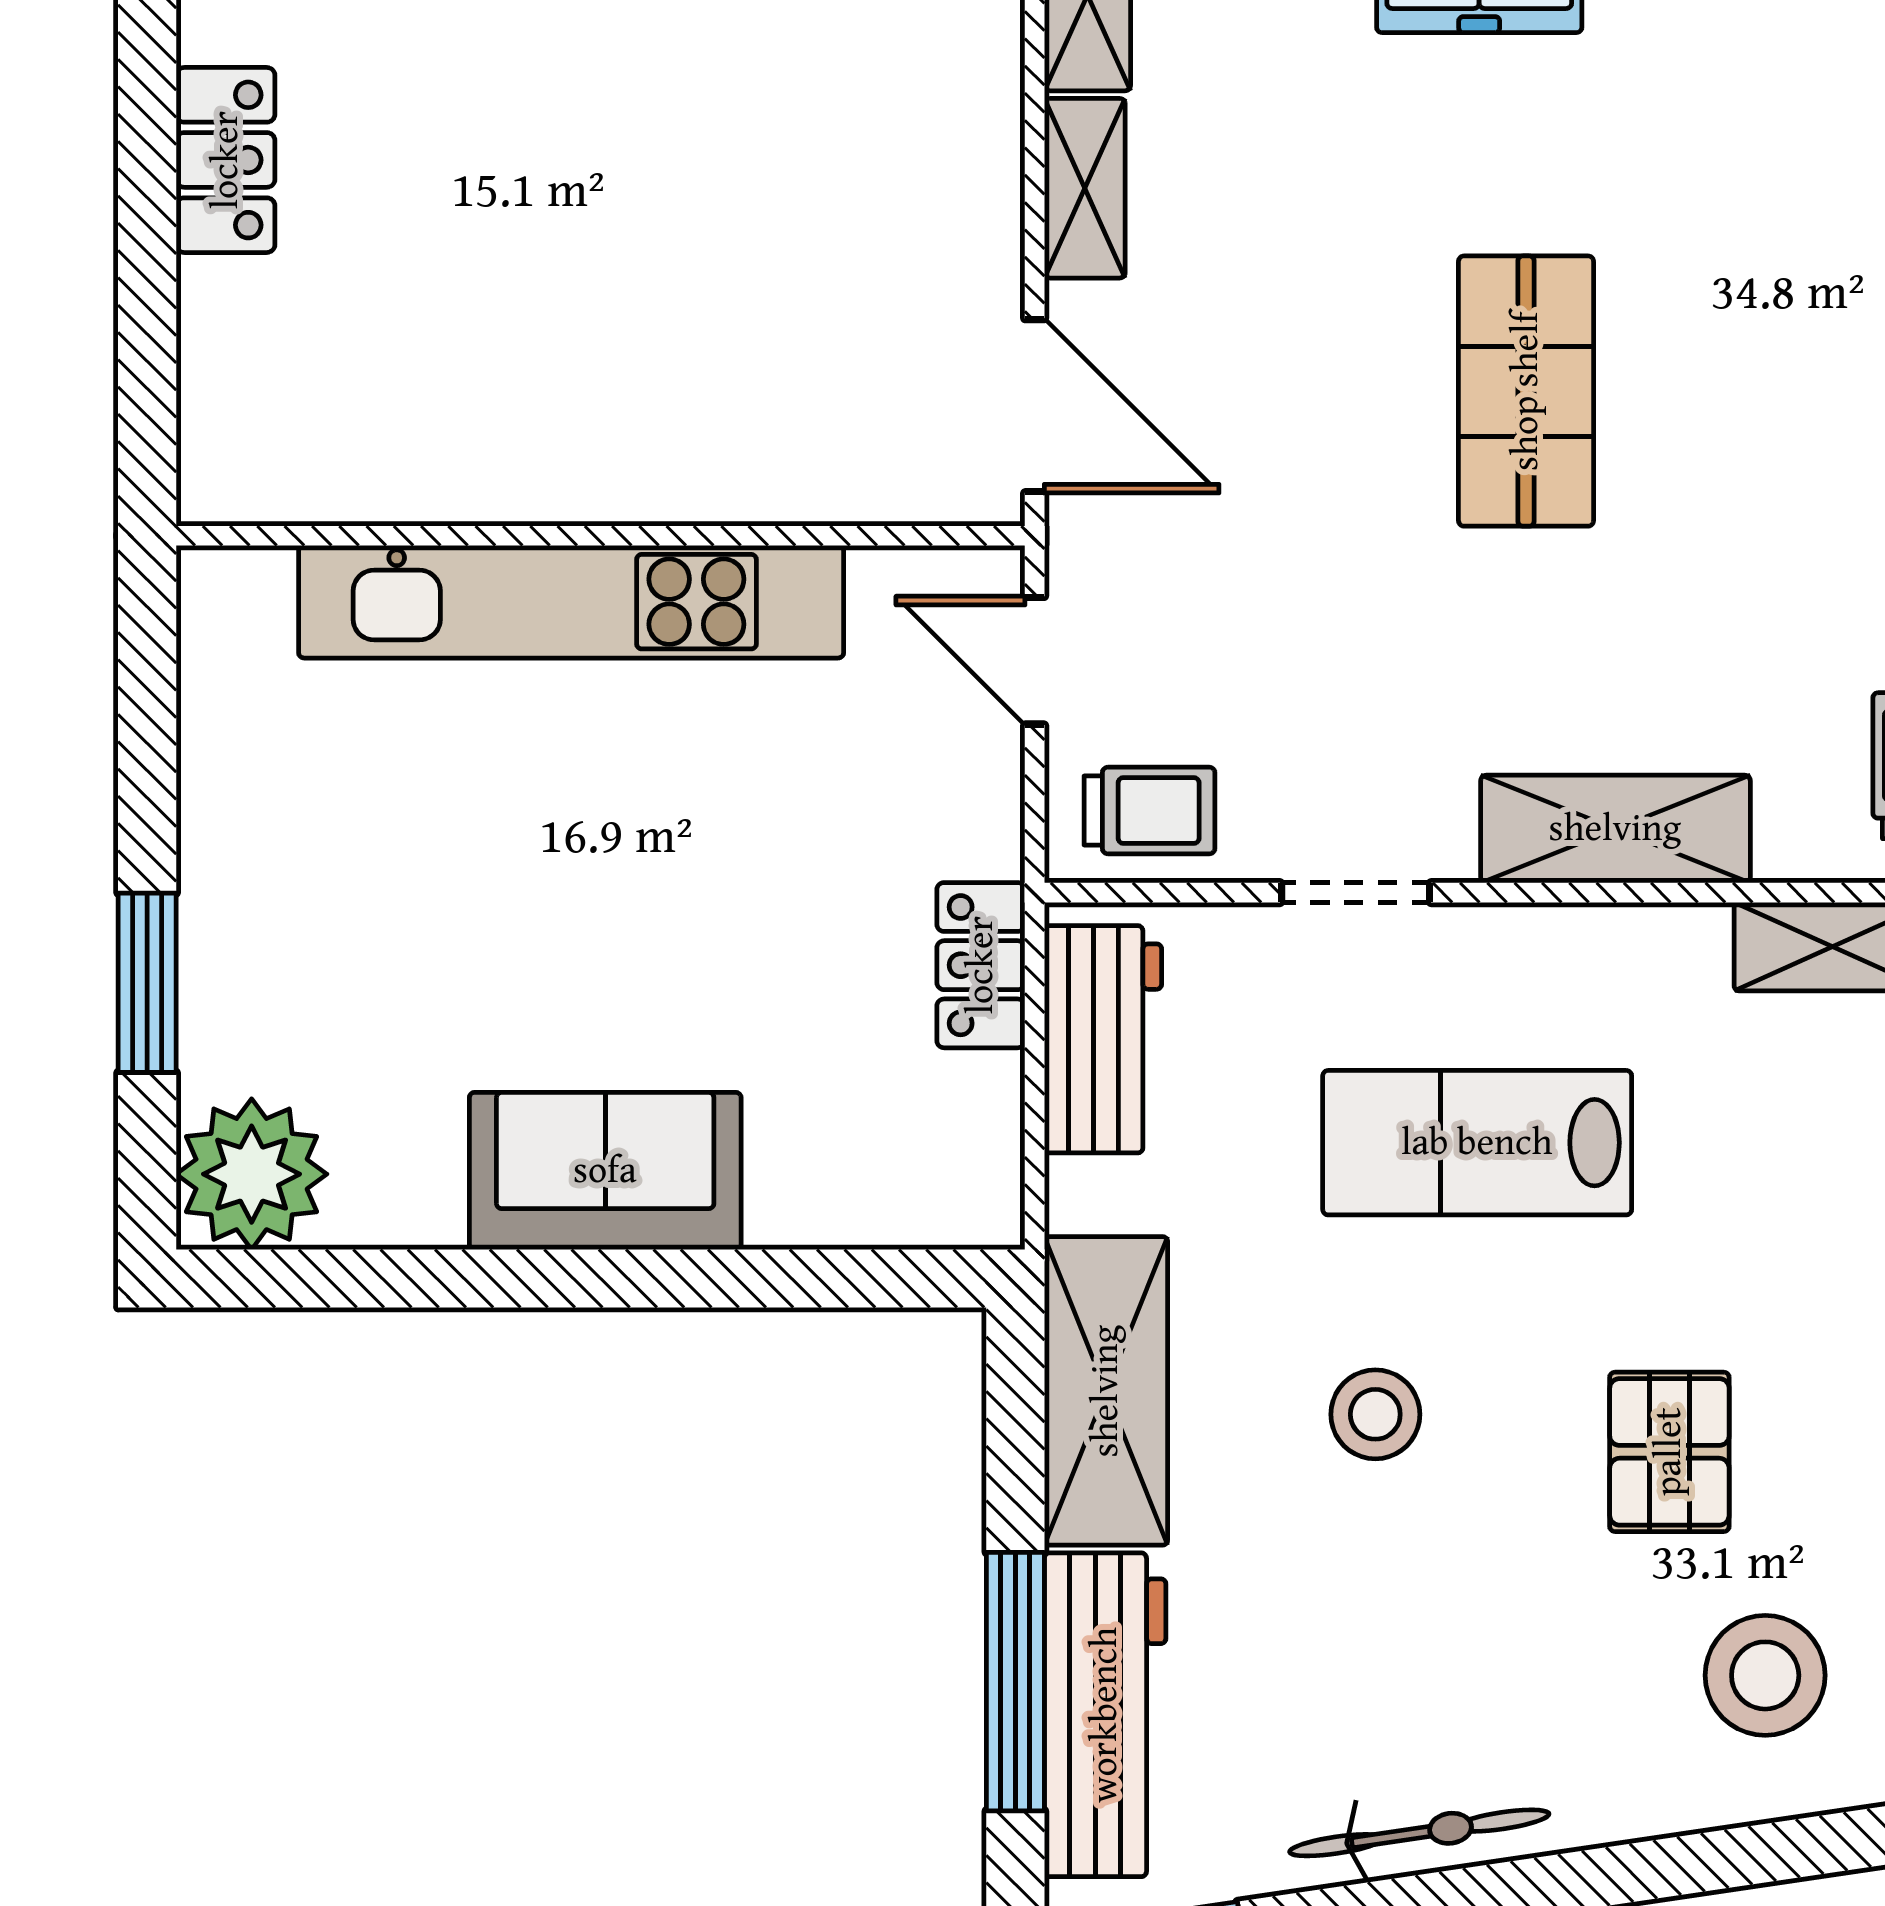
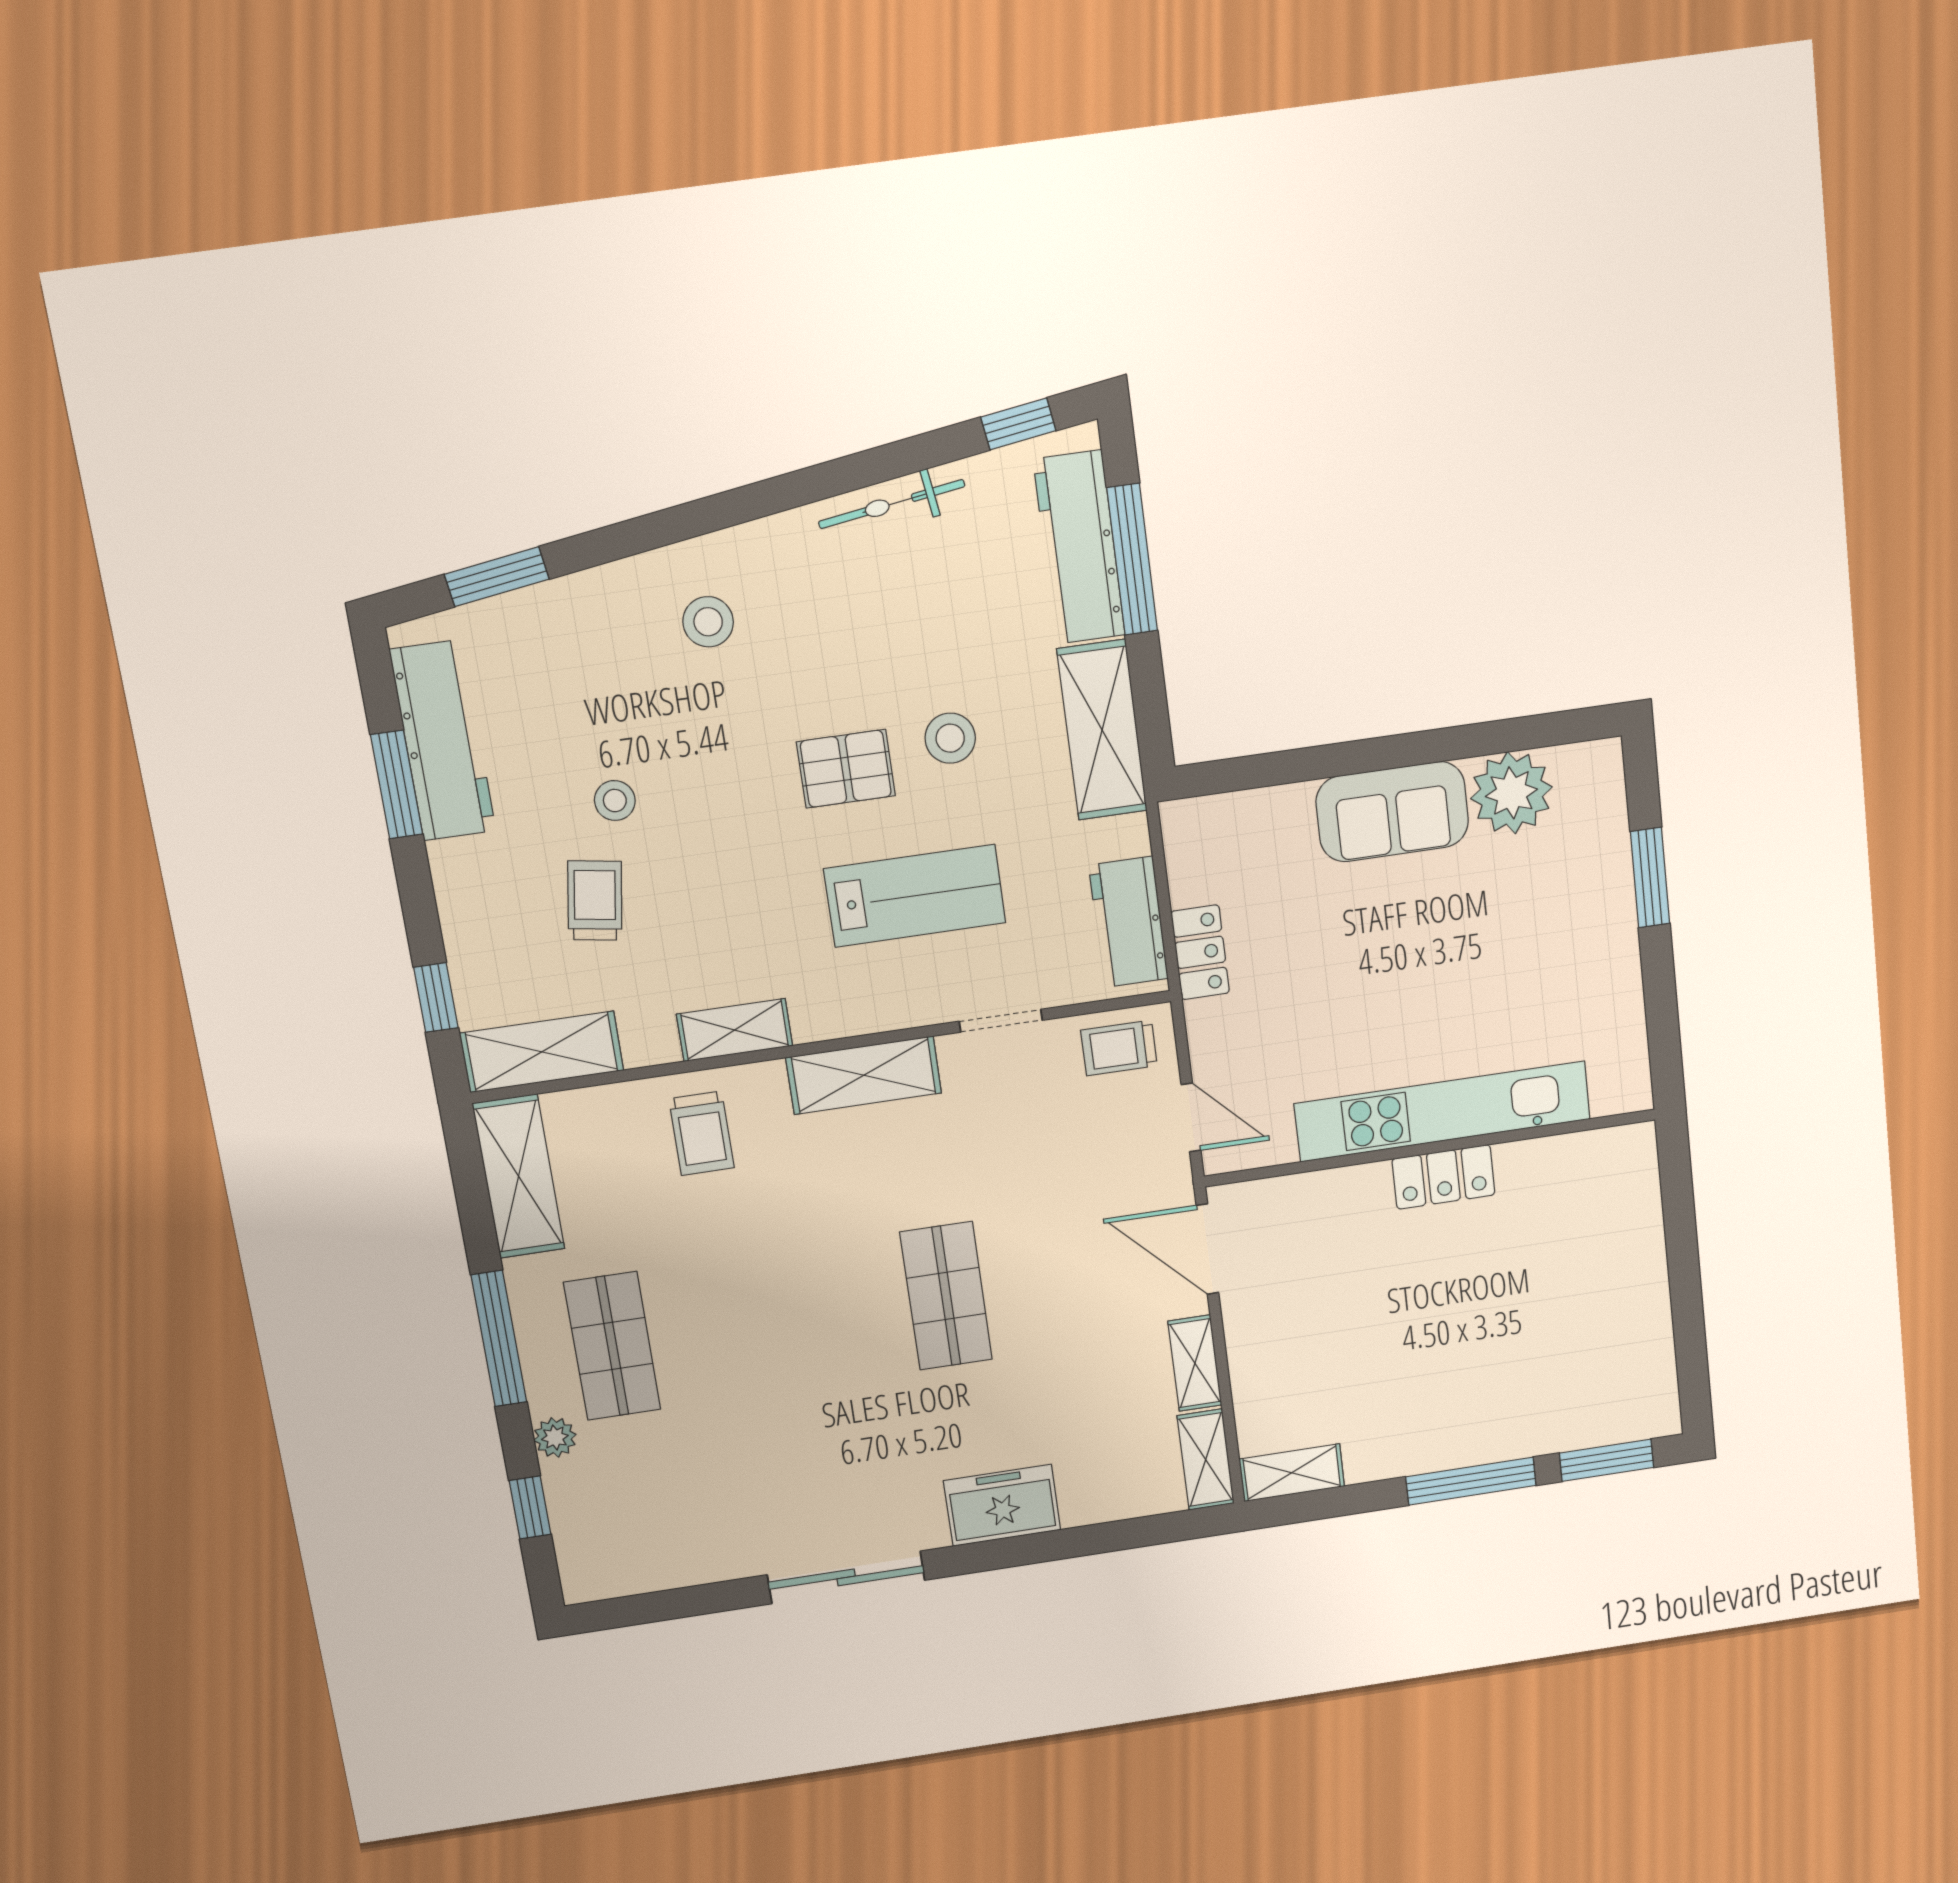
locker: (226, 160) -> (1443, 1177), moved, turned -90
plant: (252, 1174) -> (1511, 793), moved
pallet: (1669, 1452) -> (846, 769), moved, turned 90
stool: (1765, 1675) -> (708, 622), width x0.73, depth x0.73

